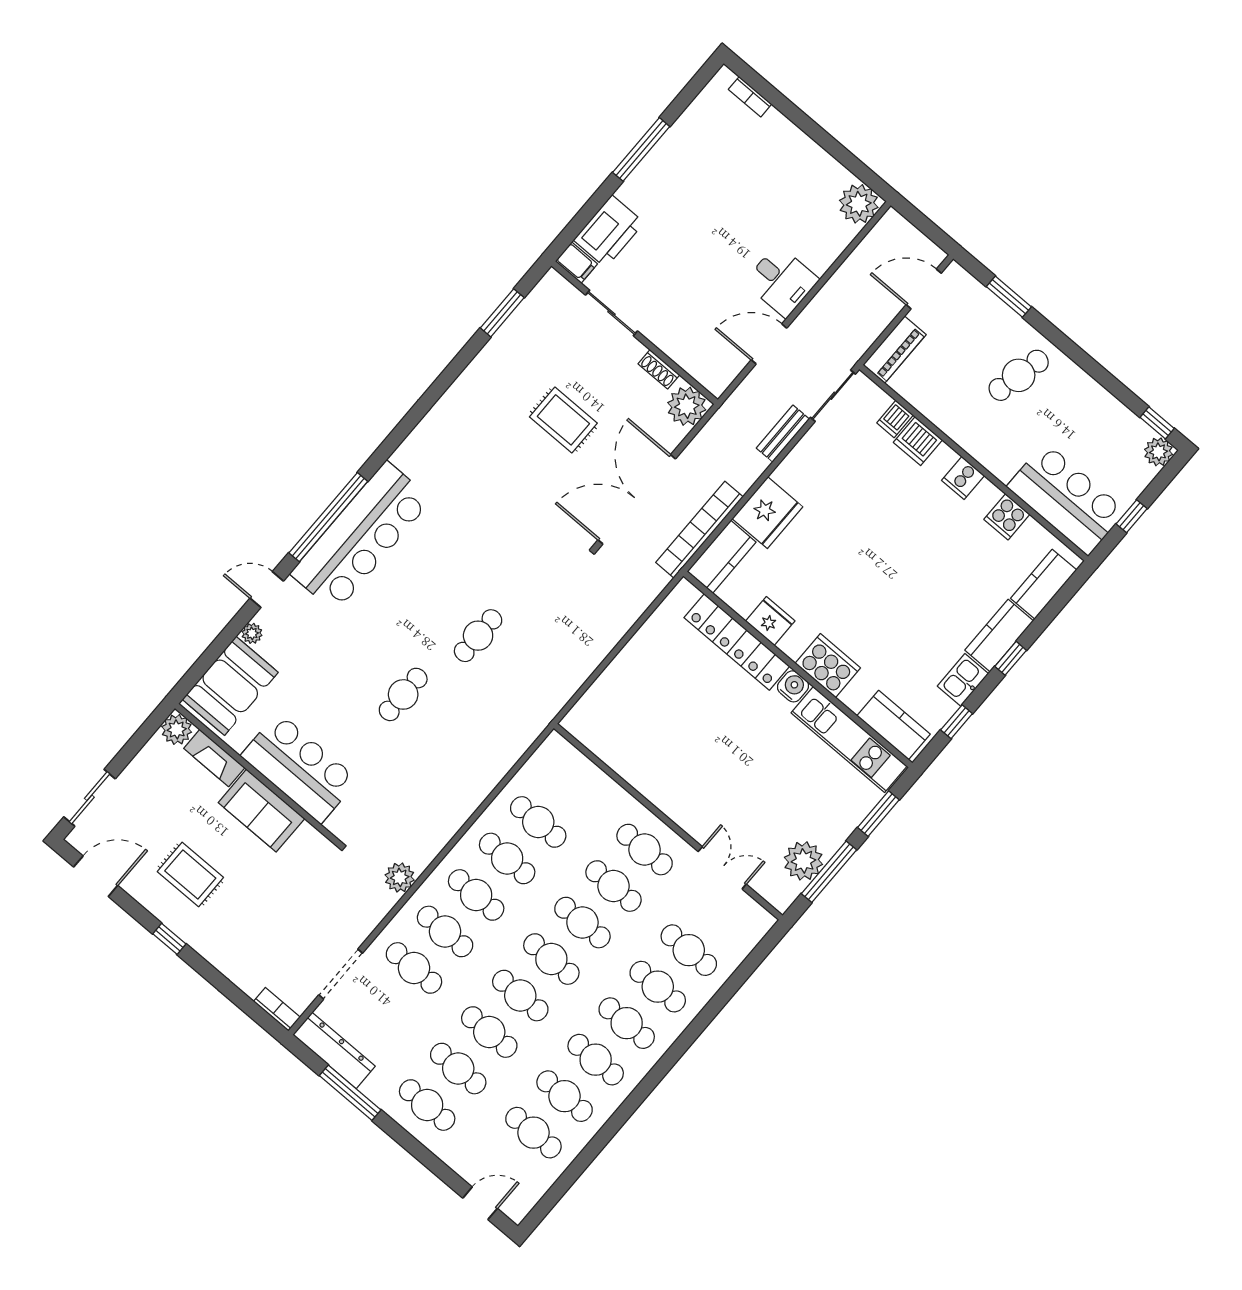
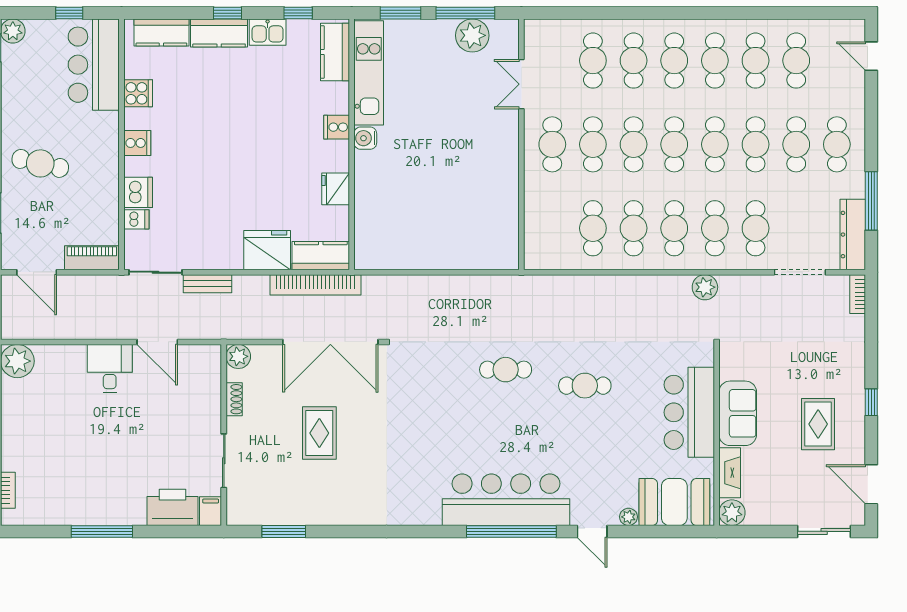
plant: (687, 406) -> (238, 356), width x0.73, depth x0.73
locker: (737, 642) -> (367, 199), removed
cooker: (828, 666) -> (337, 127), width x0.53, depth x0.76

